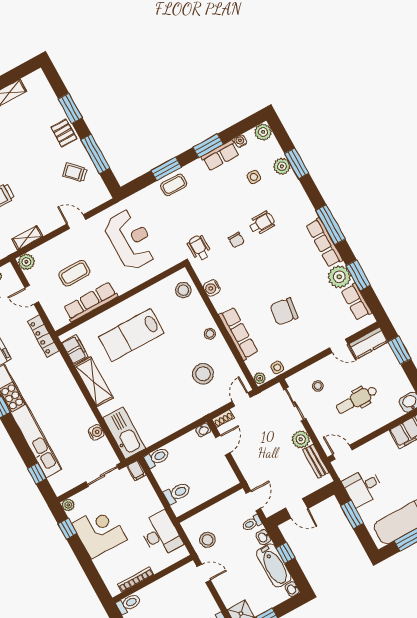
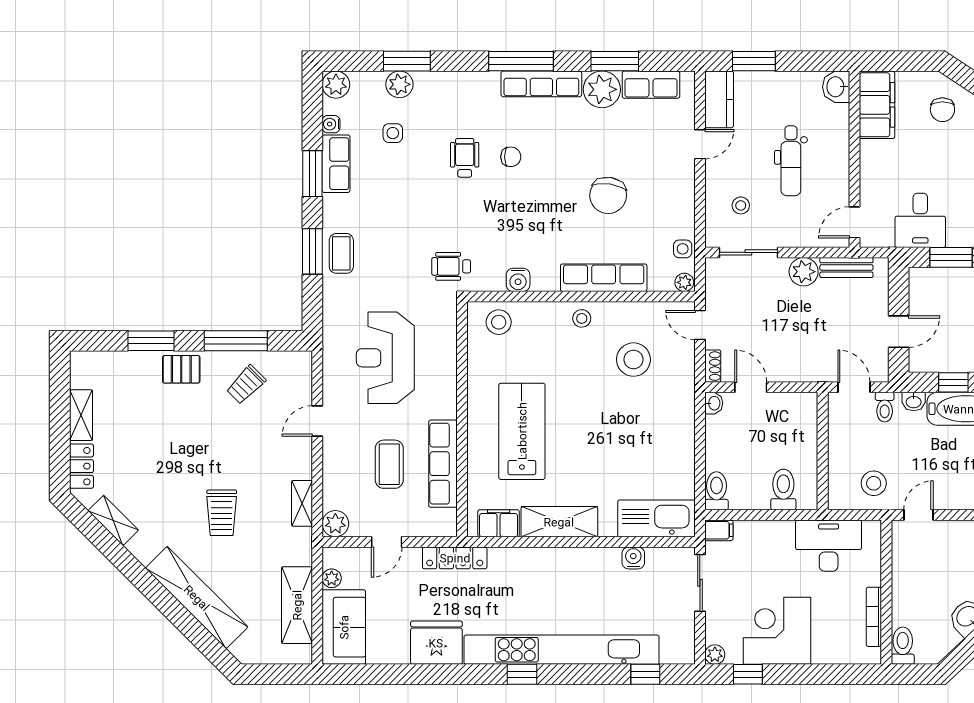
reception desk: (130, 240) -> (385, 358), turned -90
chair: (236, 240) -> (511, 157), moved
lab bench: (131, 335) -> (522, 431), turned 180

